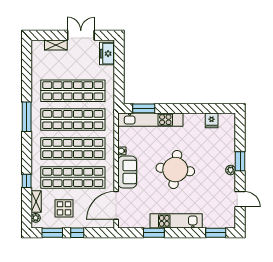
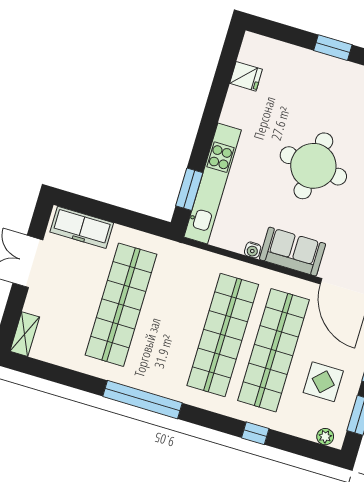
shelving: (56, 45) -> (25, 334), moved
freezer: (107, 54) -> (82, 227), width x1.40
window: (27, 117) -> (143, 400), width x1.46
shop shelf: (73, 120) -> (172, 320), removed
plant: (231, 170) -> (343, 69), removed
shelving: (36, 201) -> (297, 427), removed

